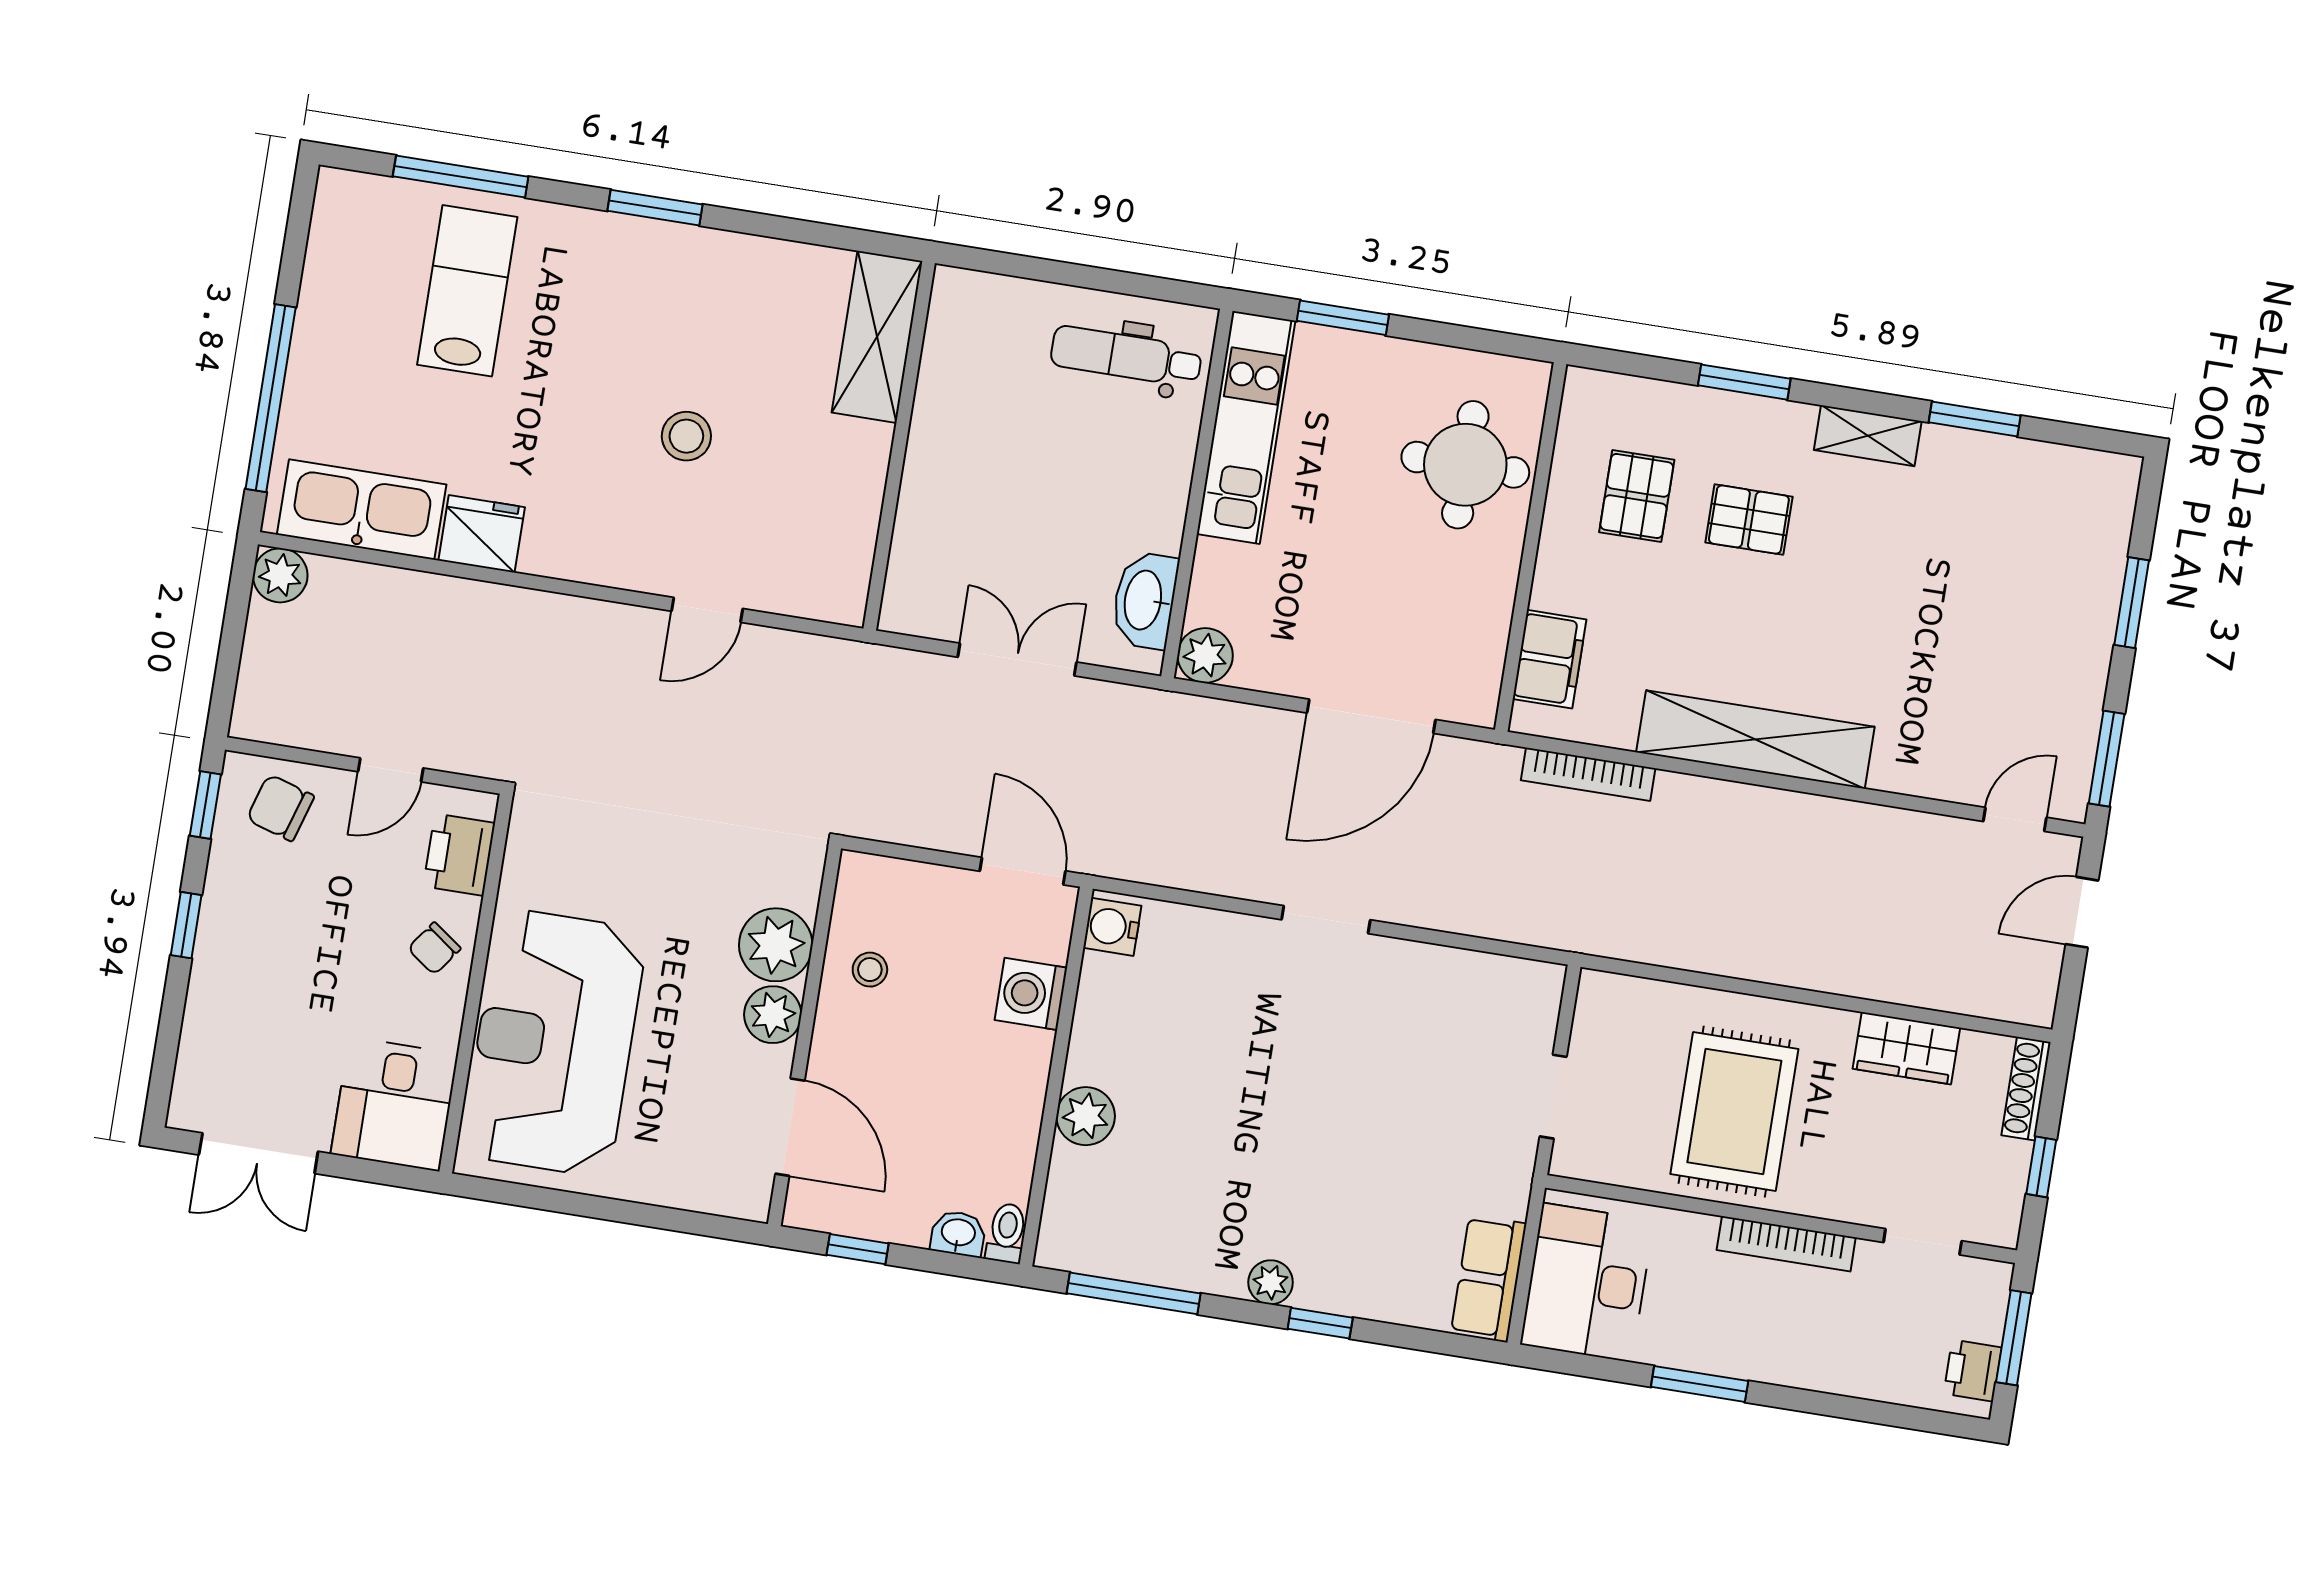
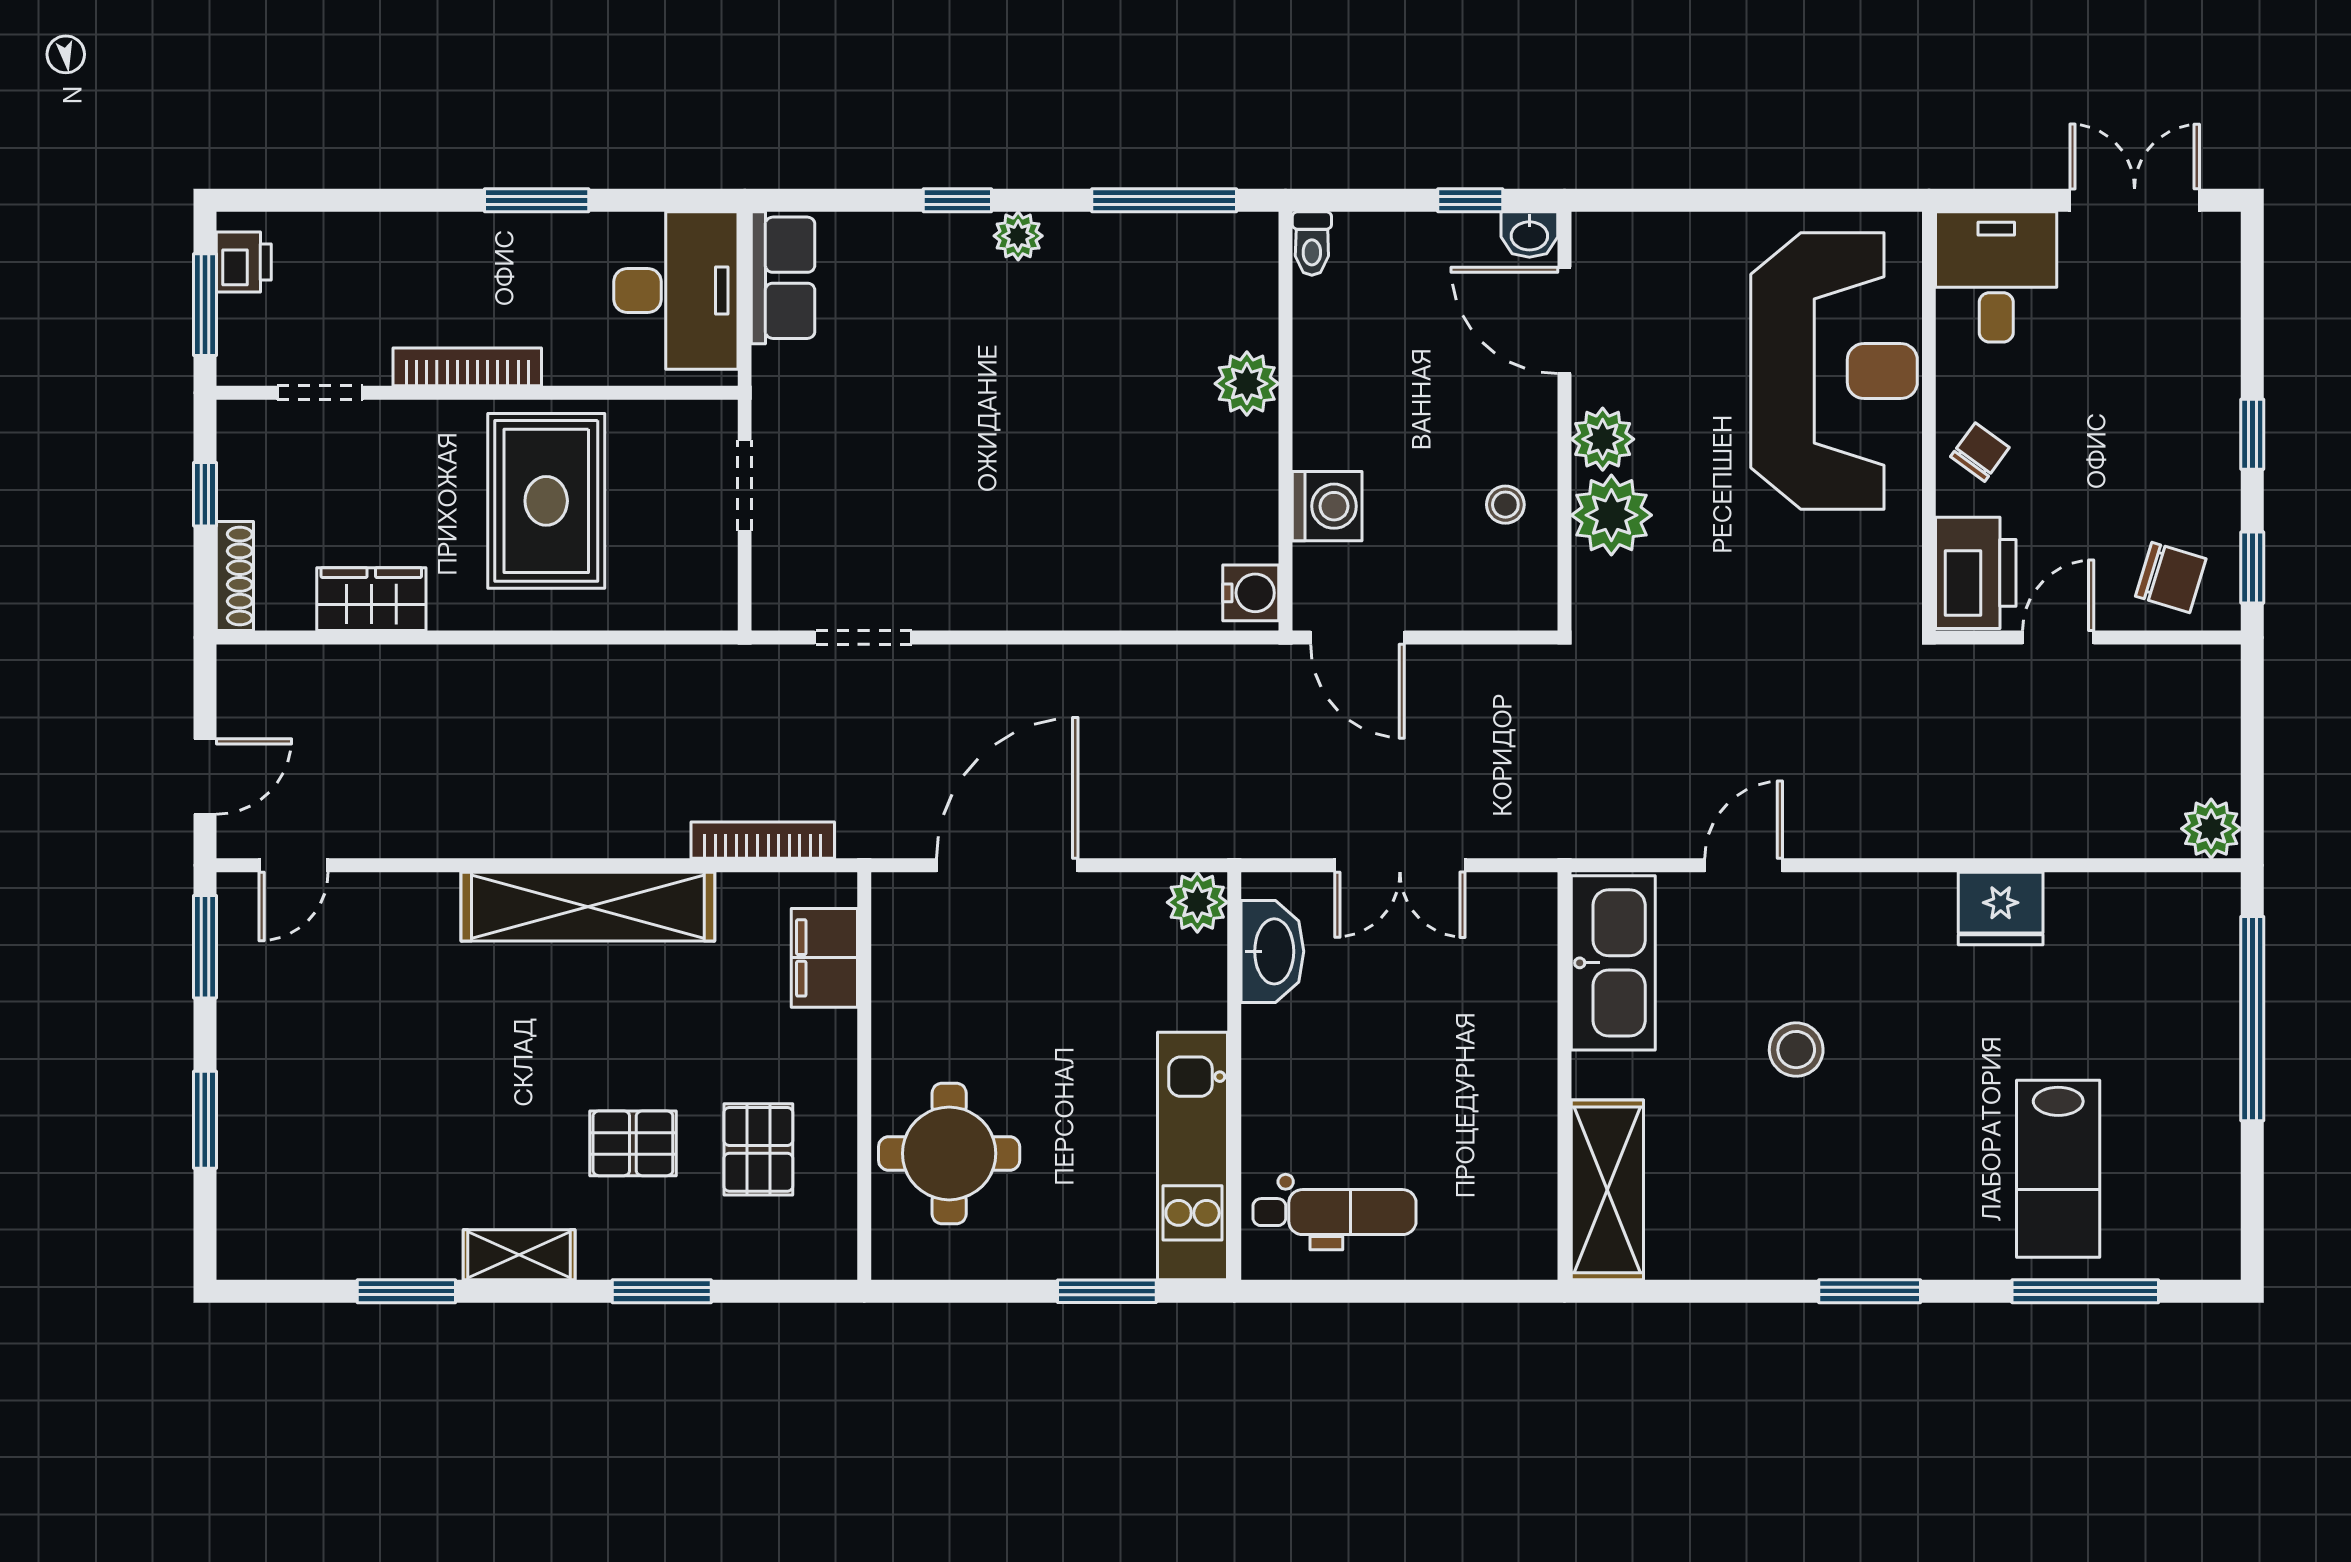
kitchen sink: (362, 510) -> (1613, 963), moved, turned -90
printer: (459, 855) -> (1976, 573), width x1.37, depth x1.19
doorway: (1326, 920) -> (863, 638), moved
washbasin: (958, 1234) -> (1529, 235), moved

